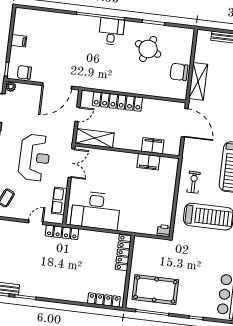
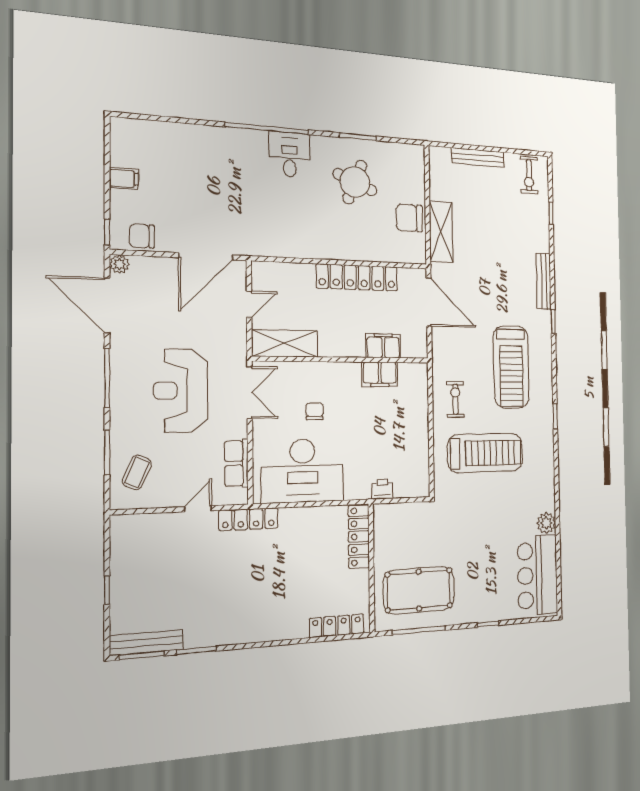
locker: (117, 102) -> (357, 277), moved
reception desk: (35, 158) -> (181, 391), turned 180
chair: (107, 178) -> (315, 411), added
printer: (164, 231) -> (382, 489), moved

